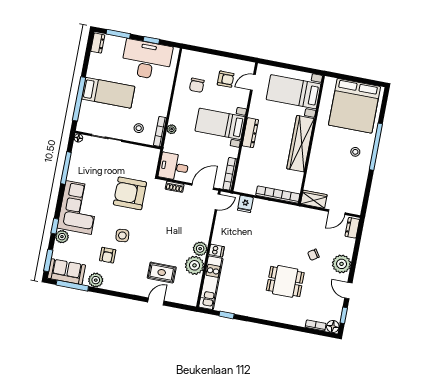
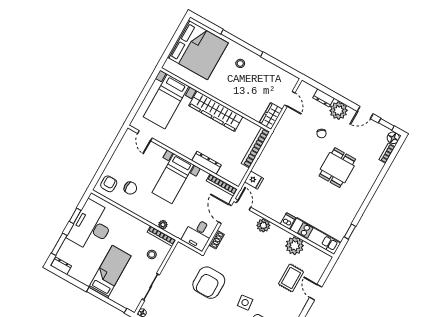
armchair: (226, 79) -> (109, 184), moved
dresser: (250, 133) -> (207, 163), moved
dresser: (352, 228) -> (323, 98), moved
plant: (200, 249) -> (263, 225), moved

